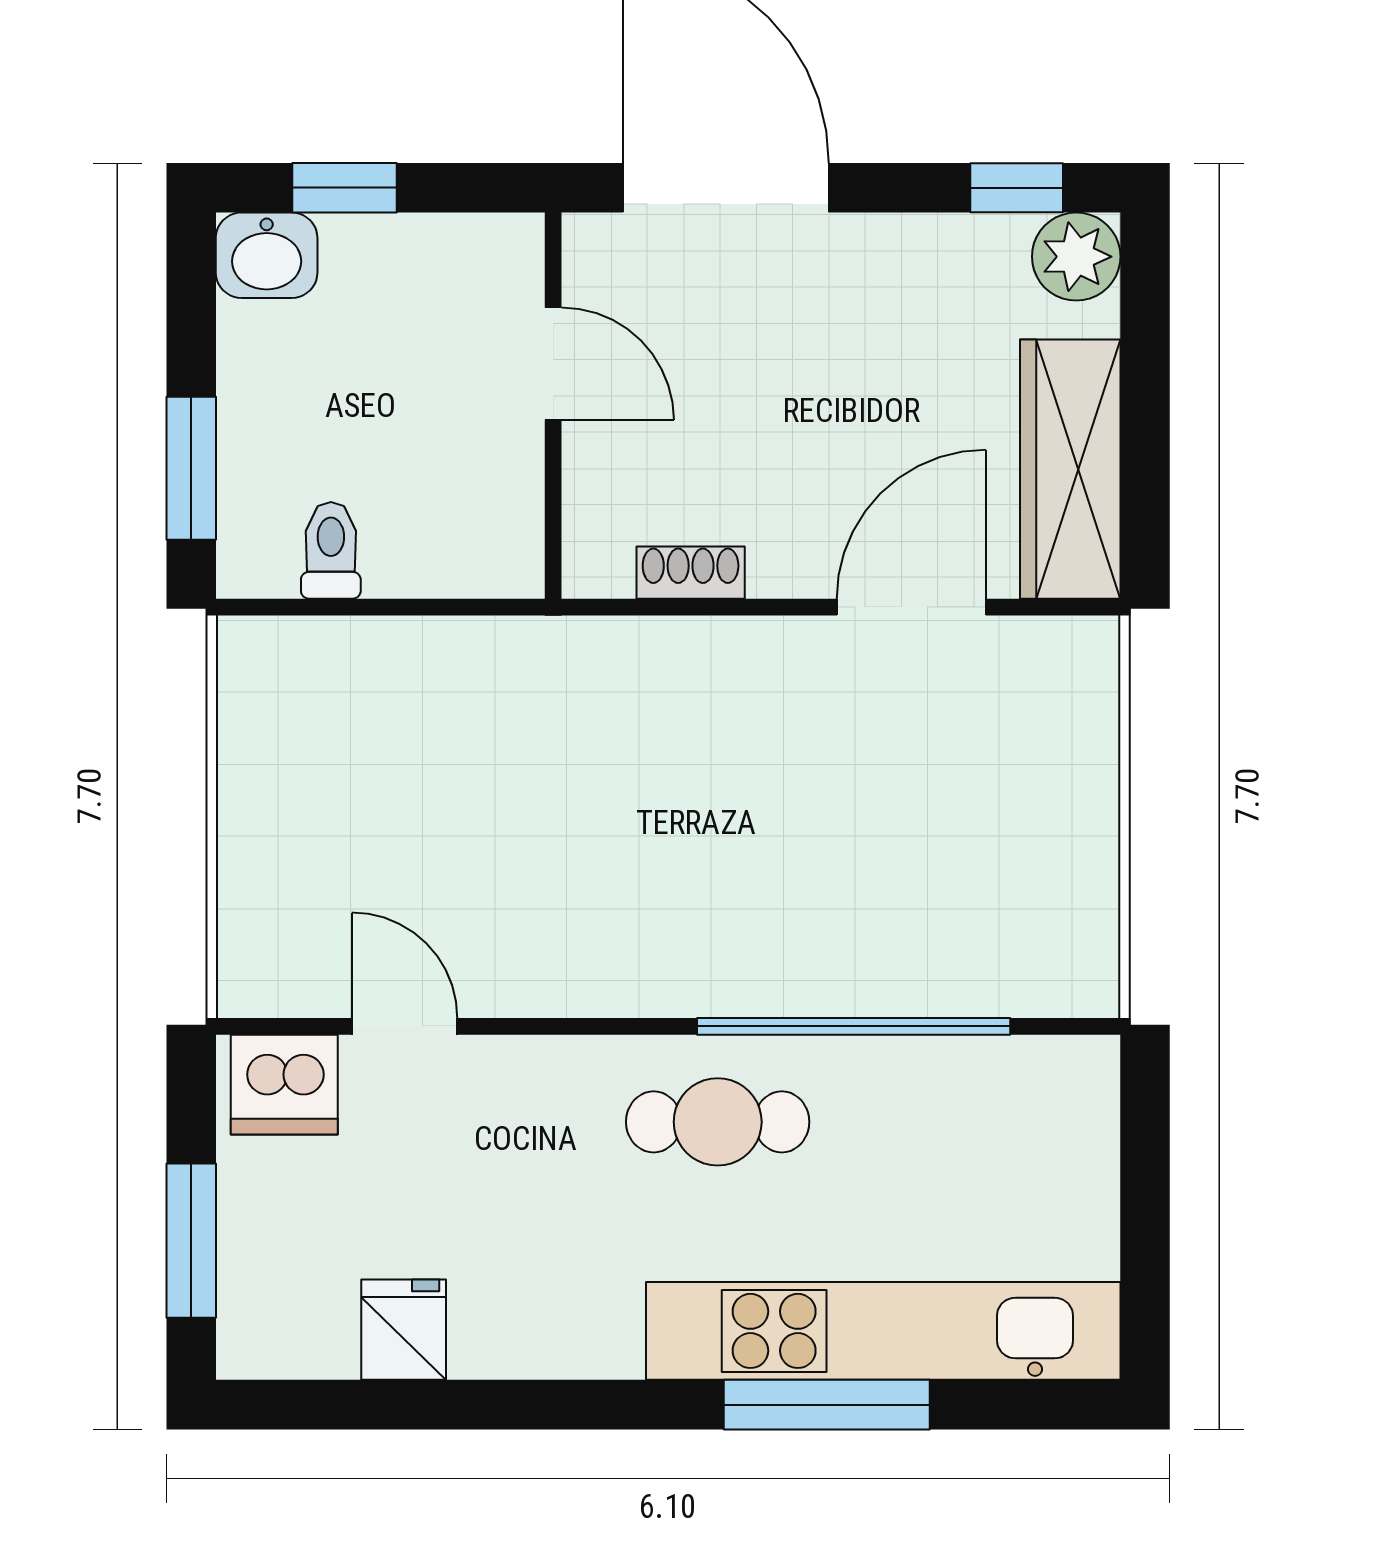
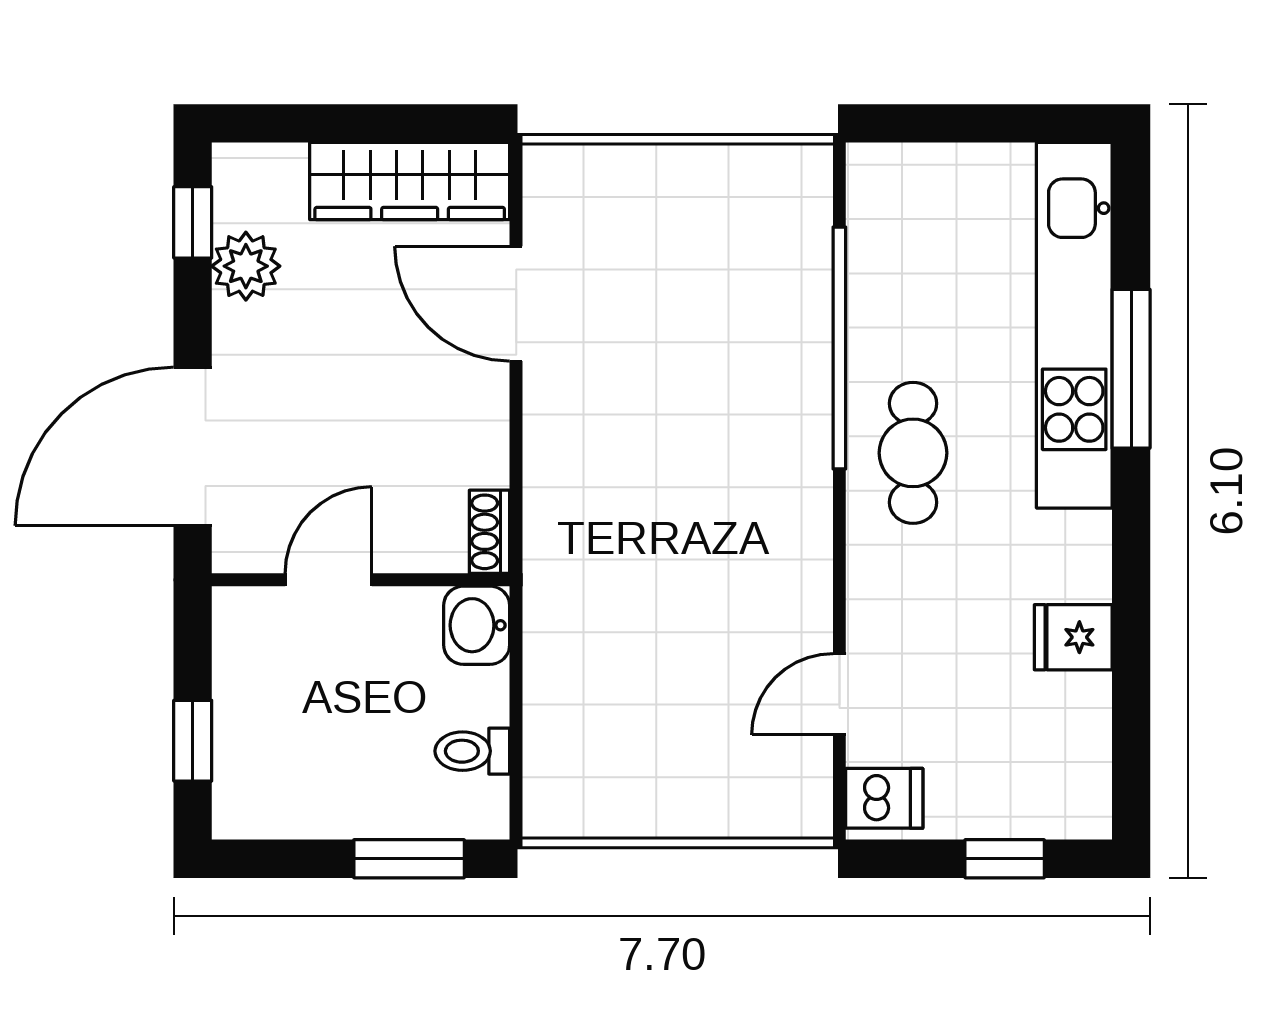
washbasin: (267, 255) -> (477, 625), moved, turned 180
plant: (1076, 257) -> (246, 266), moved
shoe rack: (691, 573) -> (489, 532), moved
dishwasher: (284, 1085) -> (884, 798), width x0.73
window: (191, 1241) -> (1005, 859), width x0.67
fridge: (404, 1330) -> (1073, 637), moved

